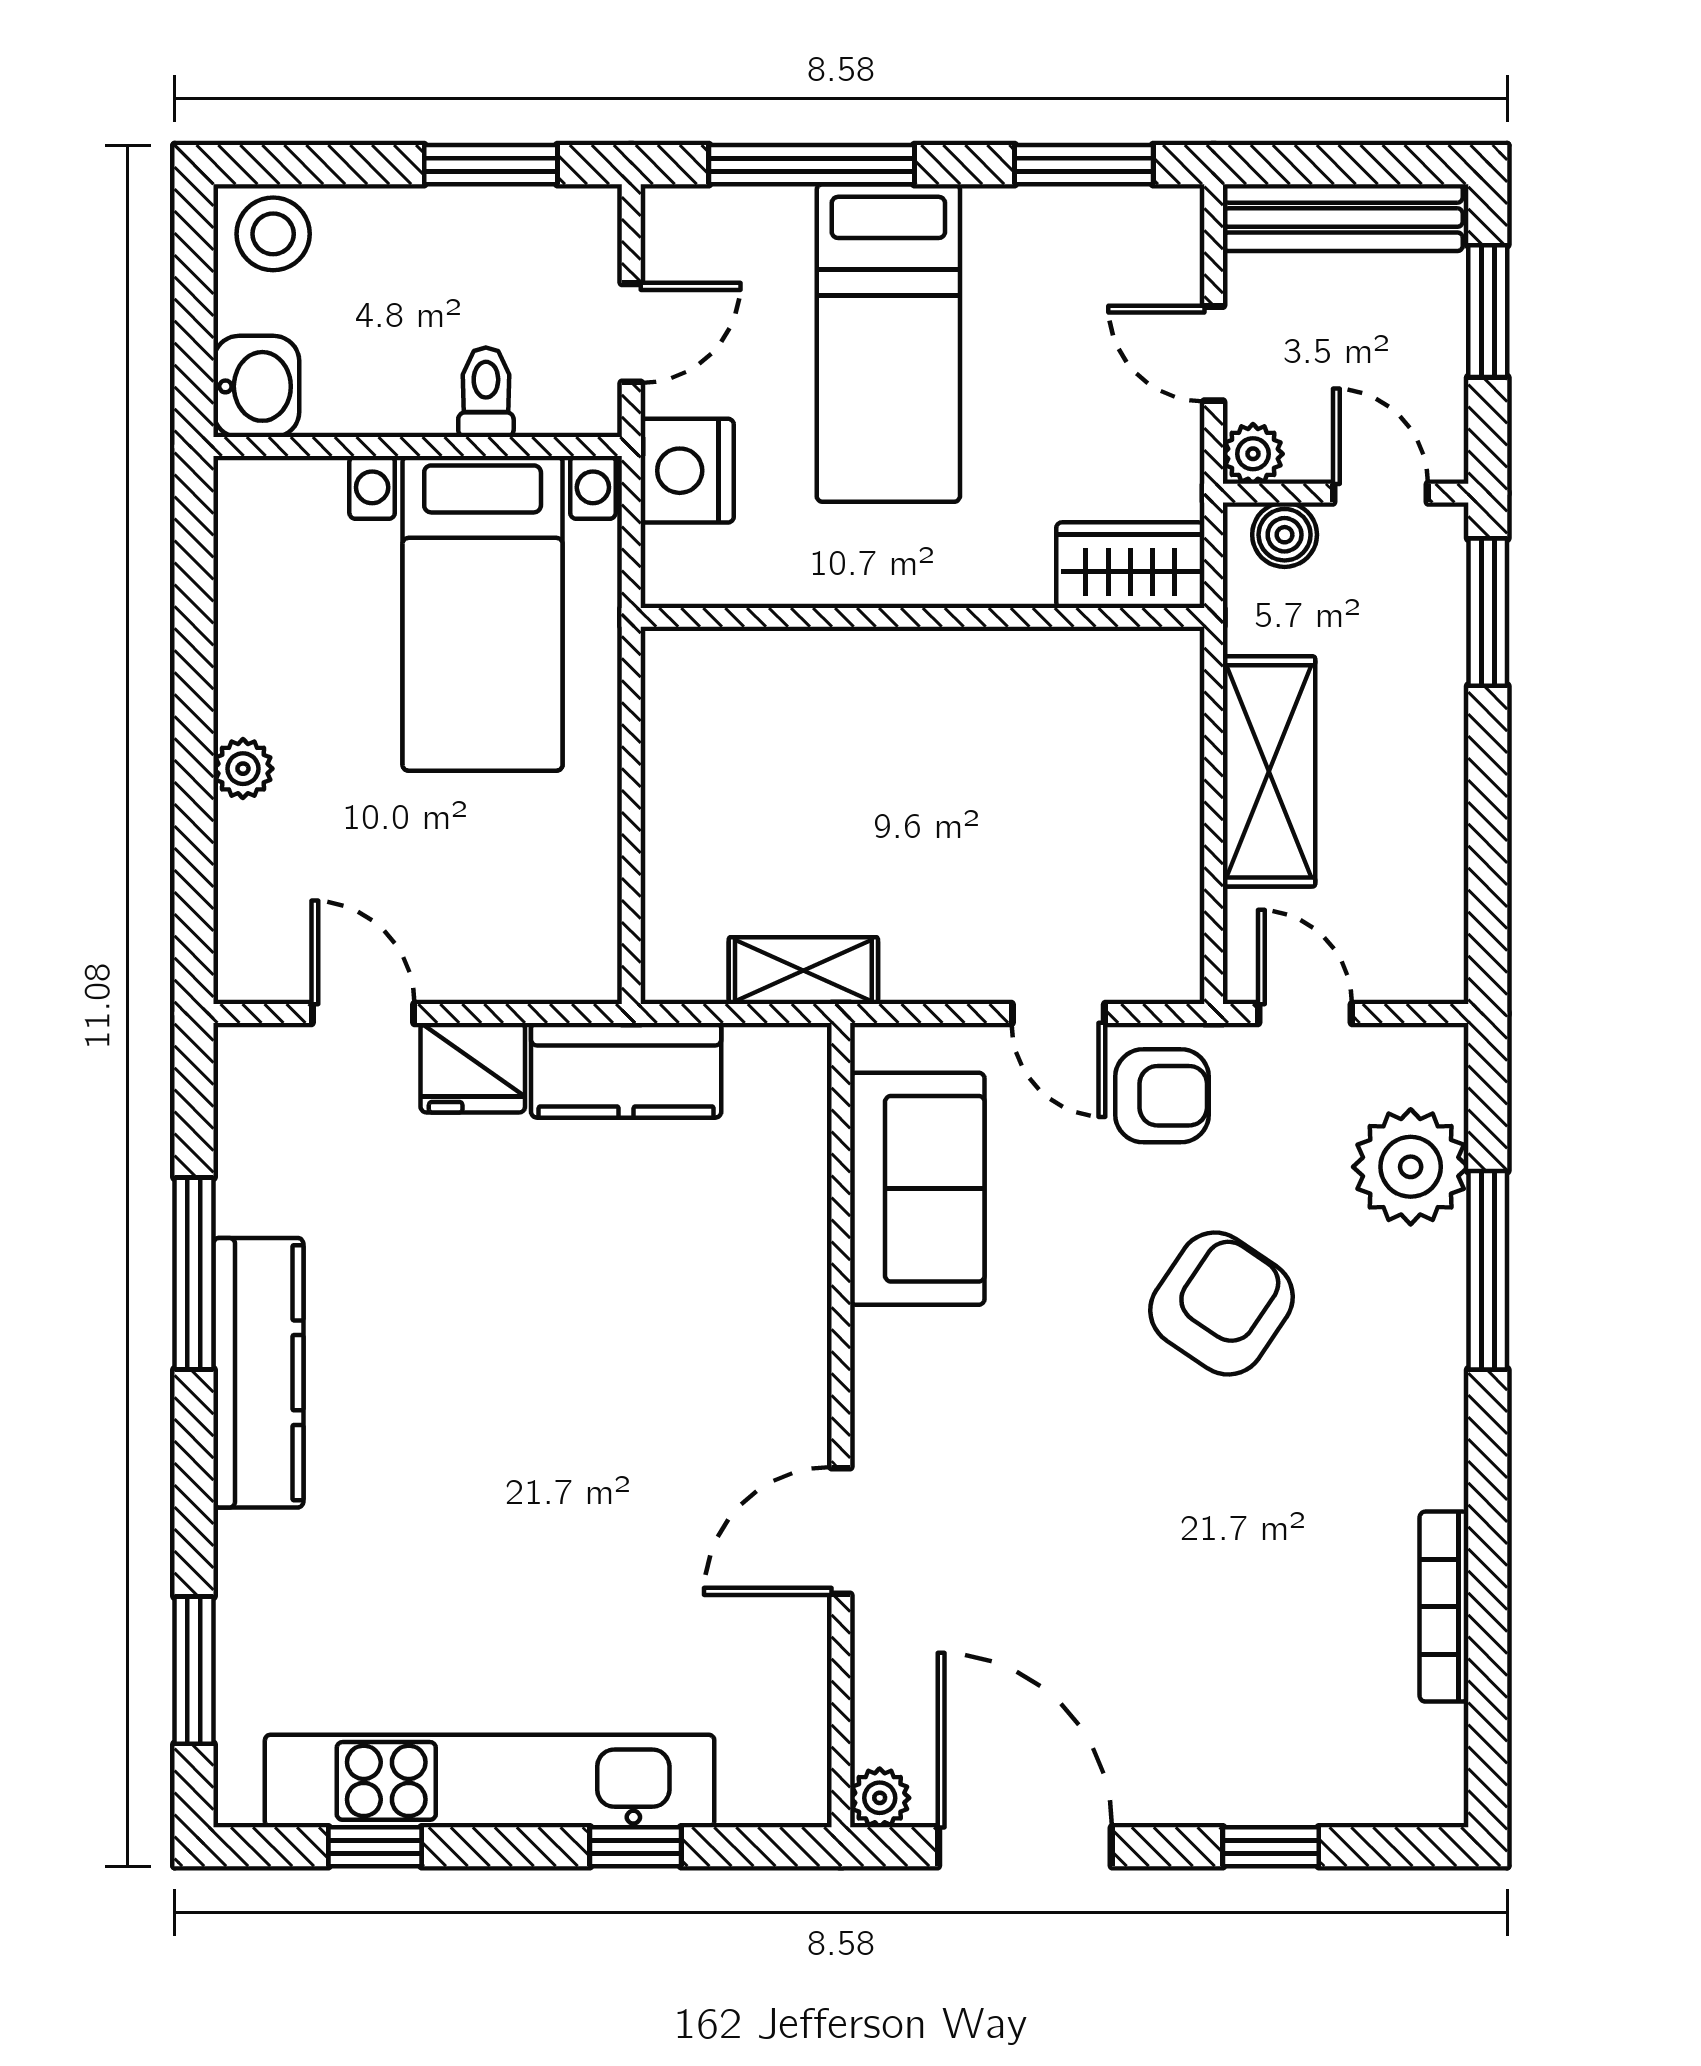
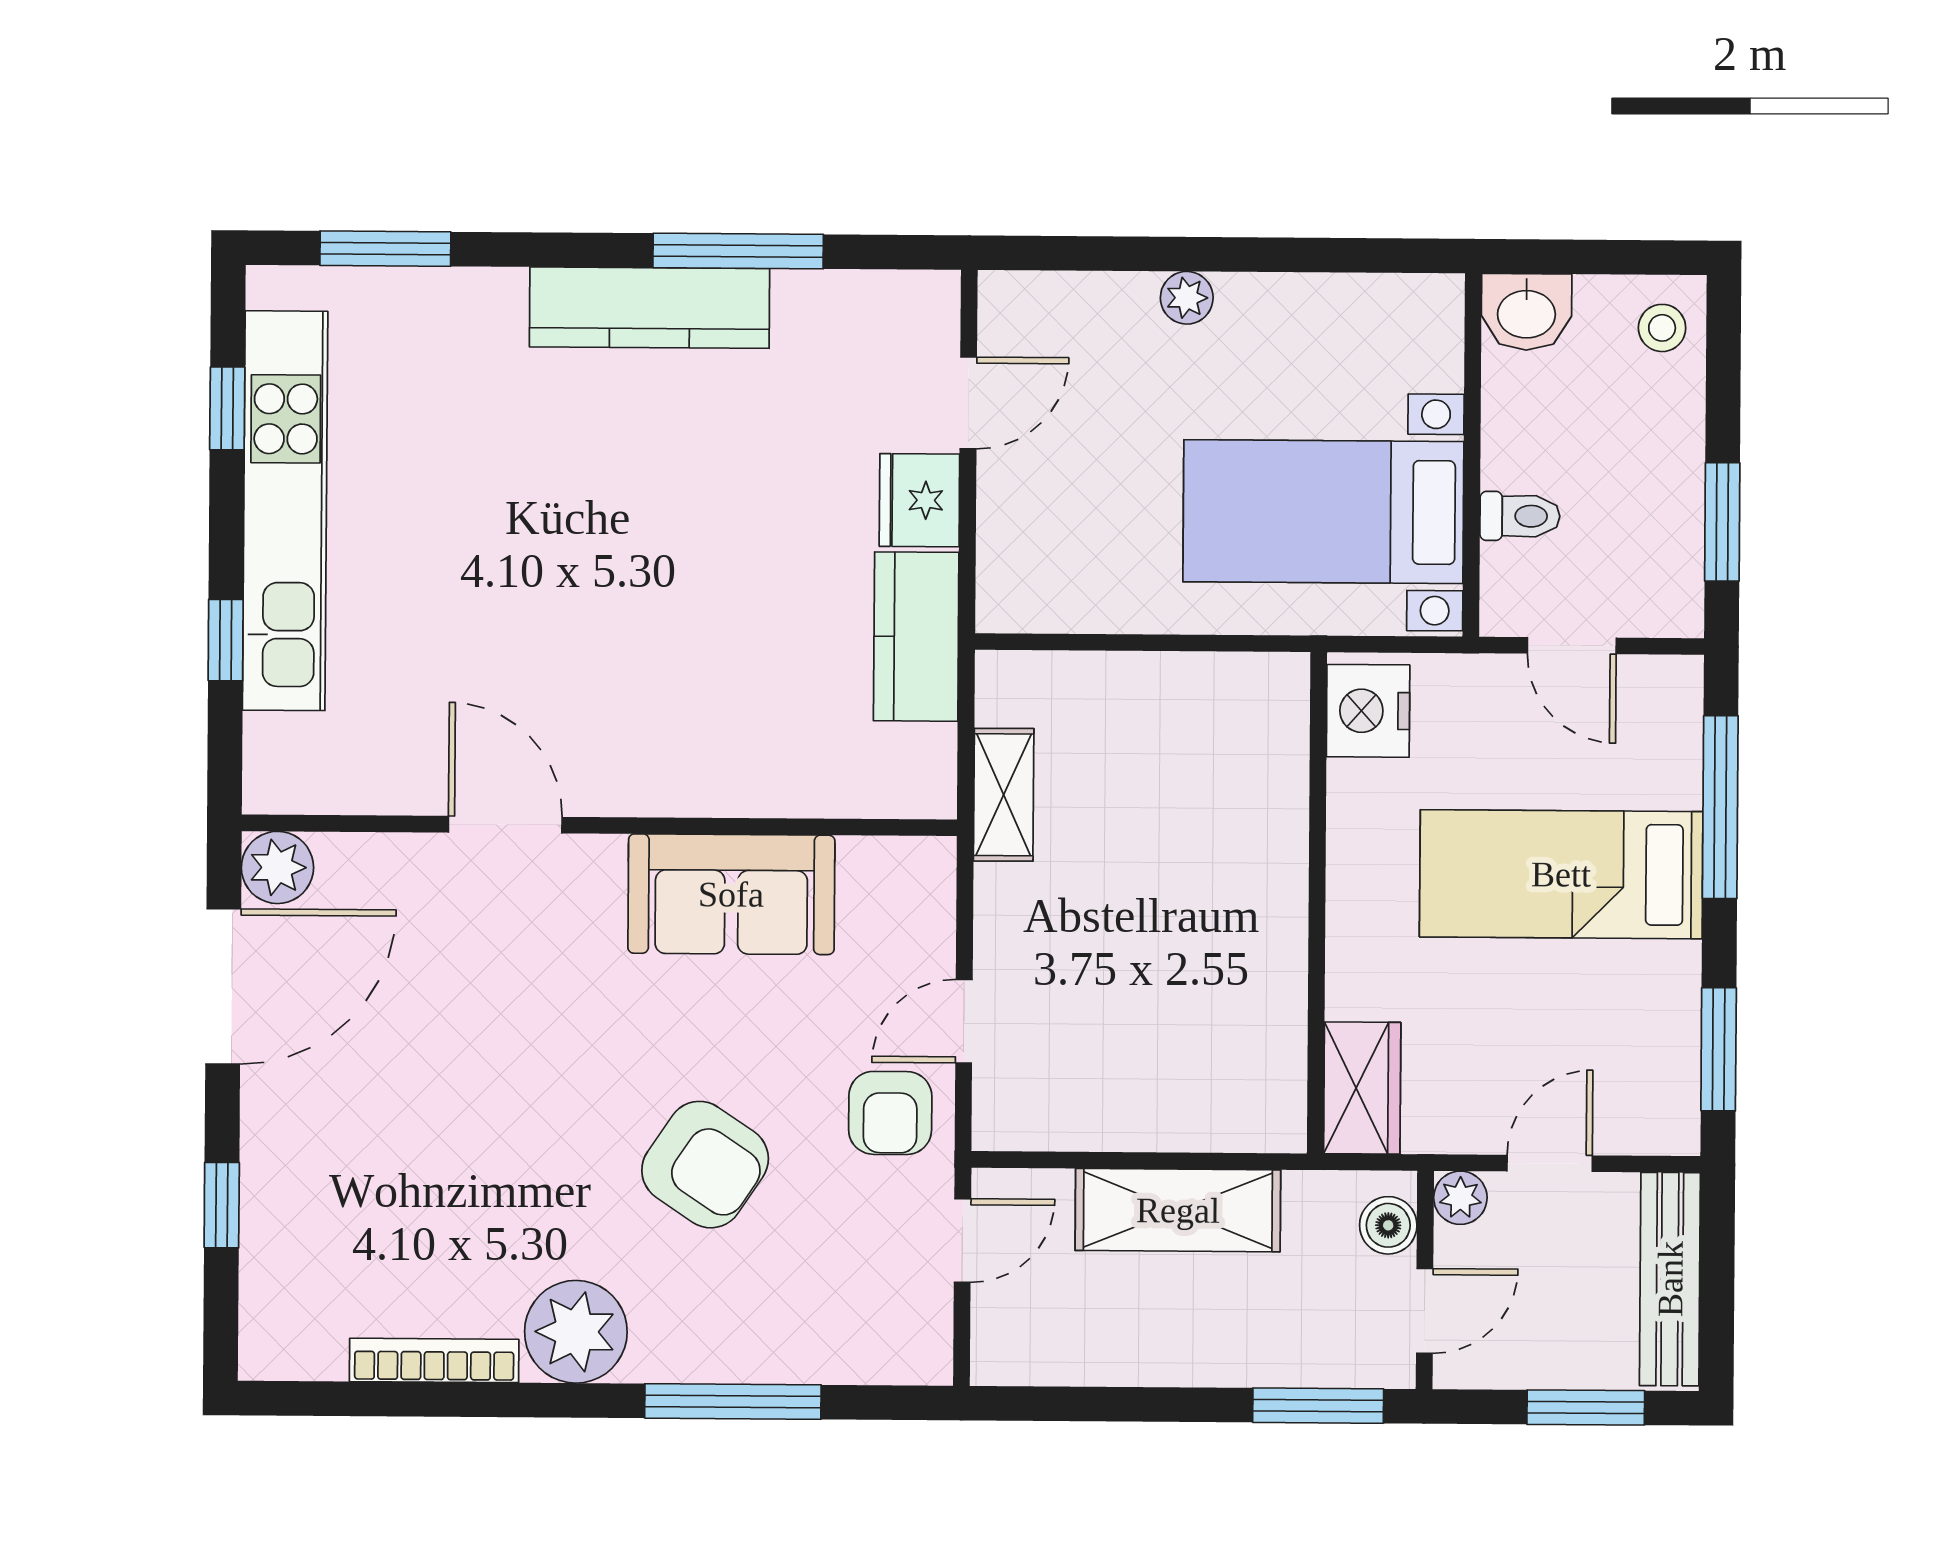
stool: (273, 234) -> (1662, 328), width x0.73, depth x0.73
nightstand: (687, 471) -> (1368, 711), moved, turned -90
plant: (1411, 1167) -> (576, 1332), moved
sofa: (917, 1189) -> (731, 894), moved
plant: (880, 1798) -> (277, 867), width x1.38, depth x1.38

